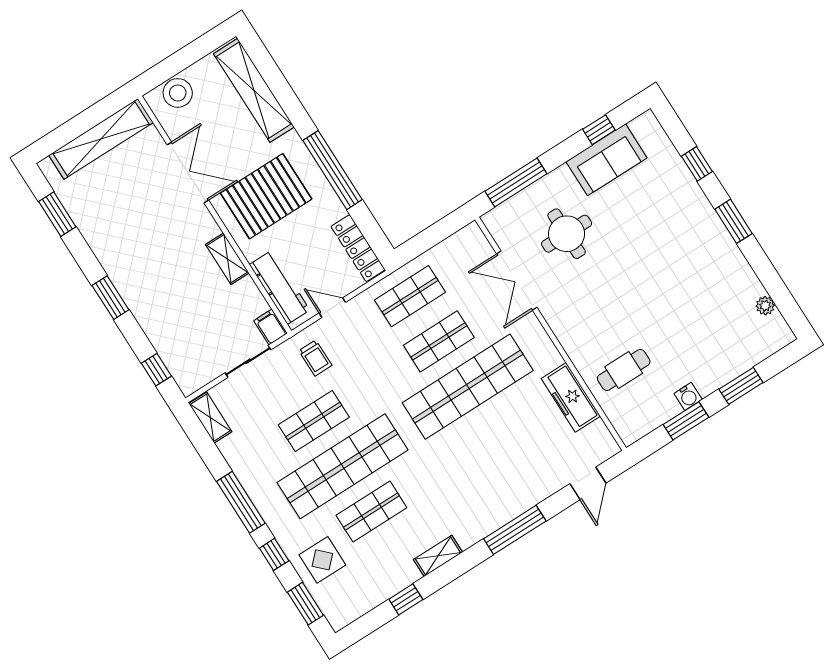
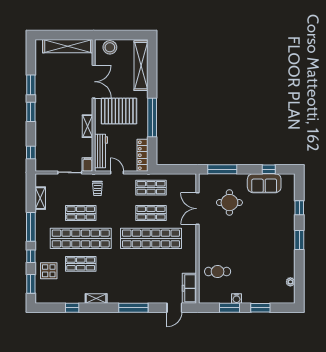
window: (57, 214) -> (31, 85), moved
freezer: (571, 397) -> (189, 288), moved
shelving: (210, 418) -> (40, 198), moved

